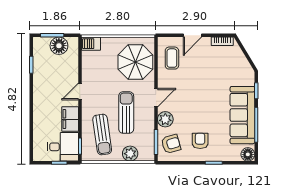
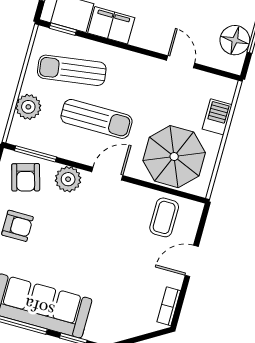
door: (192, 35) -> (192, 261), hinge flipped
barbecue: (91, 44) -> (217, 117), moved
coffee table: (172, 58) -> (164, 217), turned 90
door: (80, 92) -> (181, 62), moved
door: (156, 98) -> (107, 174), swing flipped

